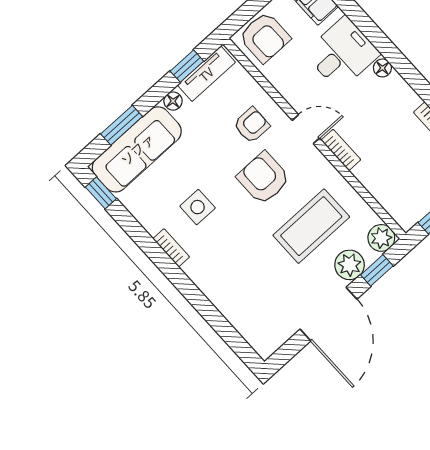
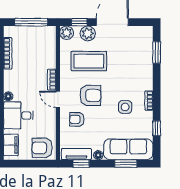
armchair: (265, 37) -> (42, 148), turned -90
armchair: (263, 178) -> (90, 95), turned -90
window: (101, 193) -> (157, 128), moved
window: (224, 329) -> (157, 52), added

